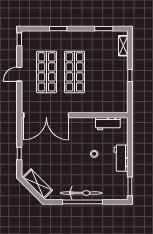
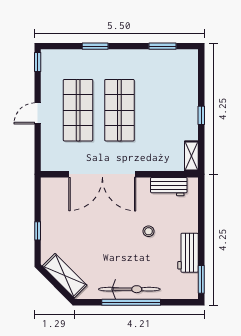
shelving: (123, 46) -> (191, 156), moved
double door: (46, 115) -> (102, 174), moved
workbench: (121, 158) -> (188, 253), moved

